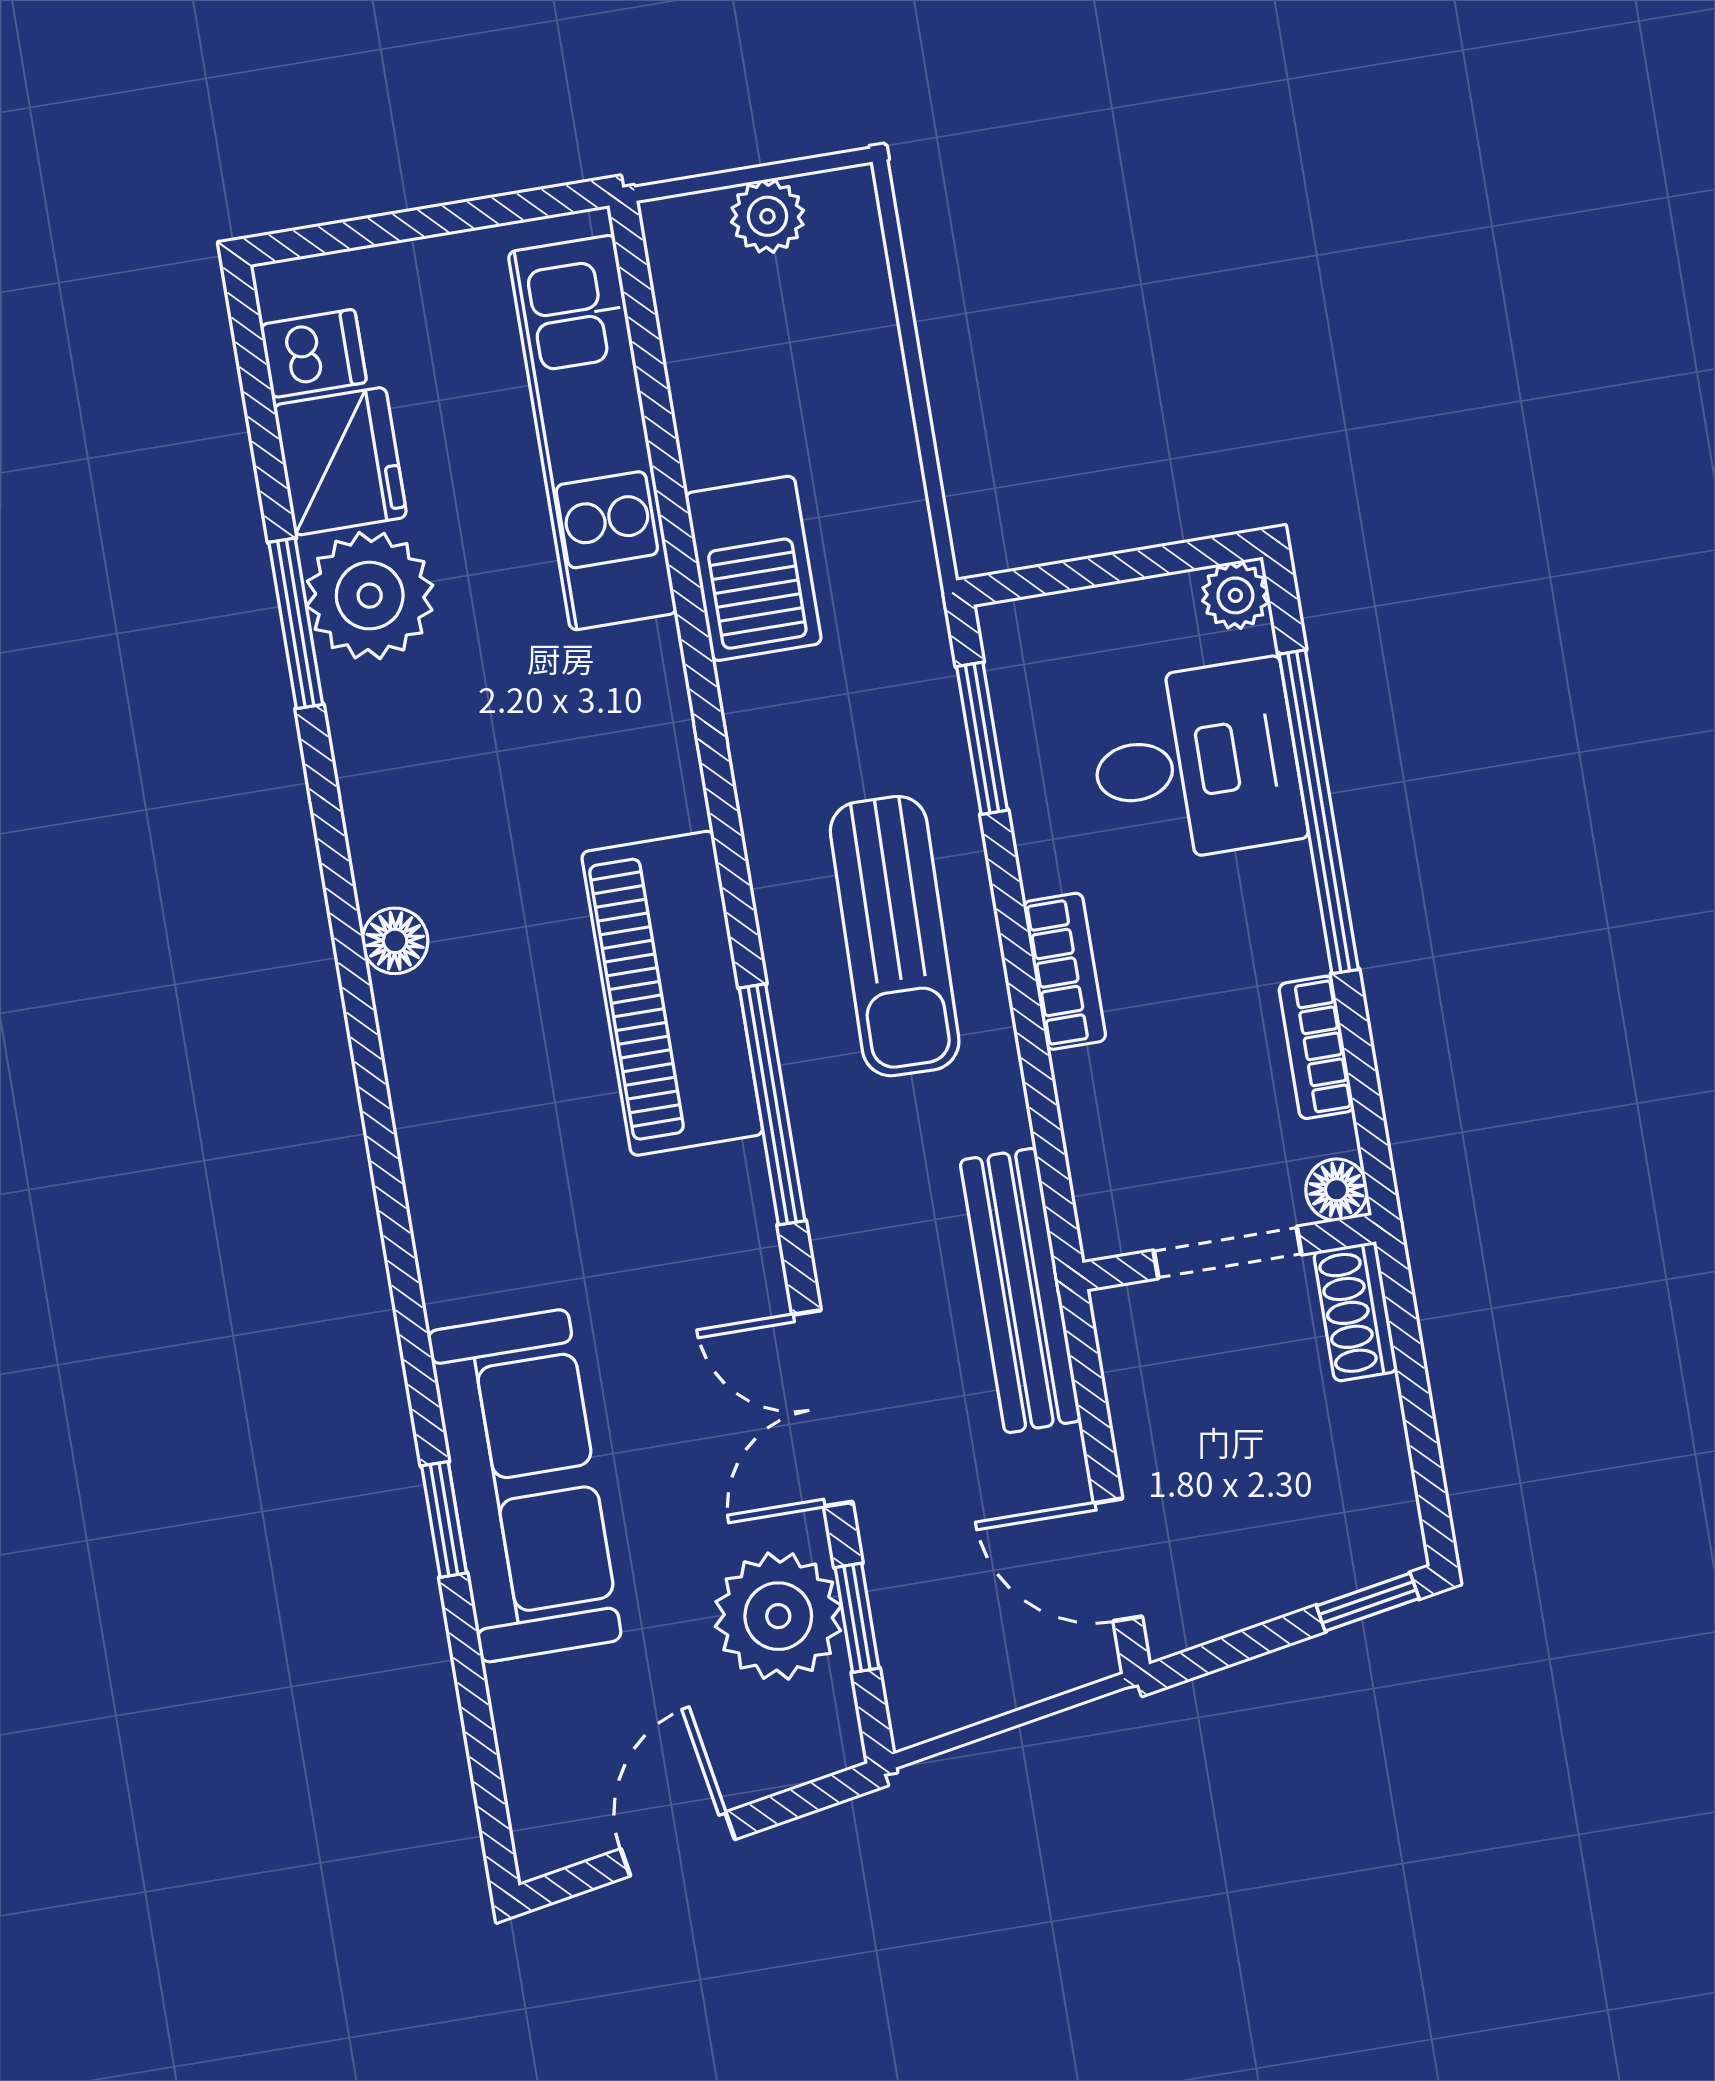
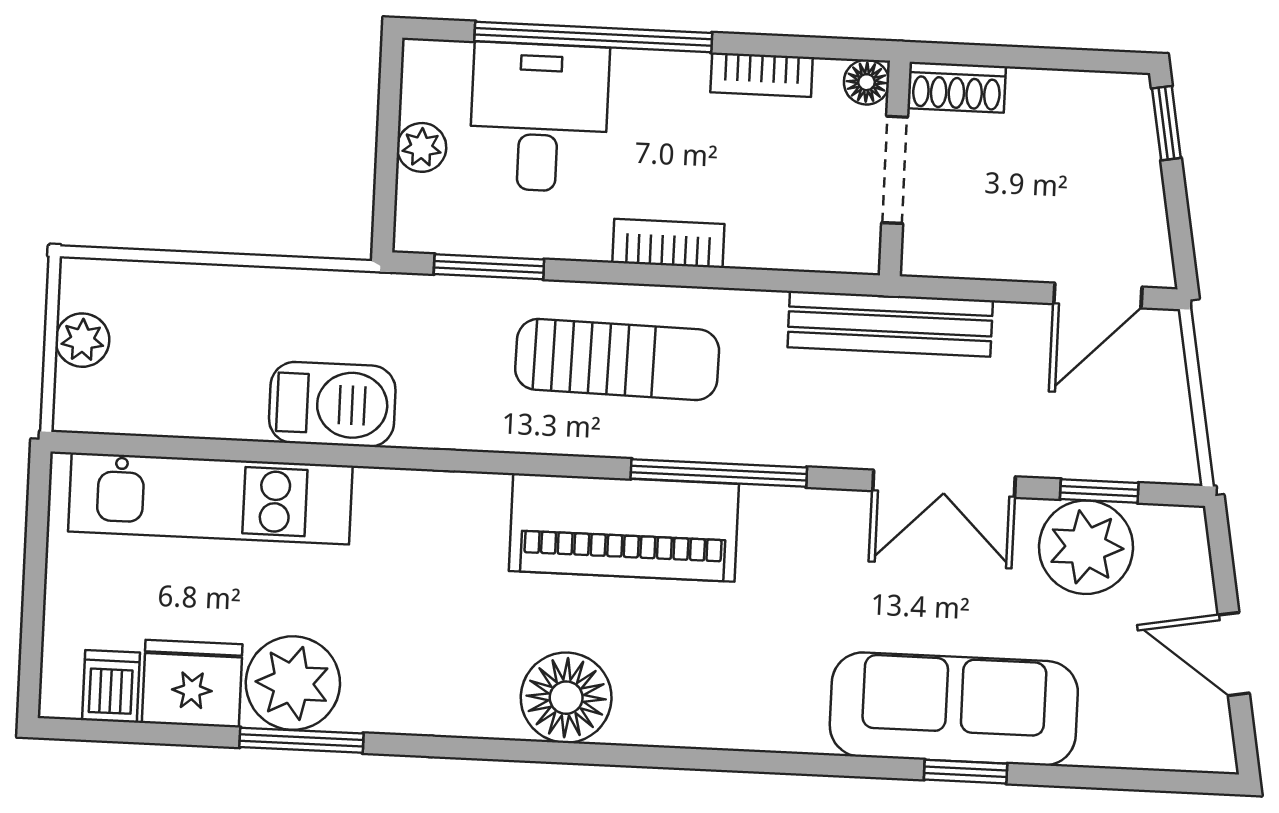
plant: (1235, 595) -> (422, 147), moved
floor lamp: (395, 941) -> (566, 698), width x1.89, depth x1.89

